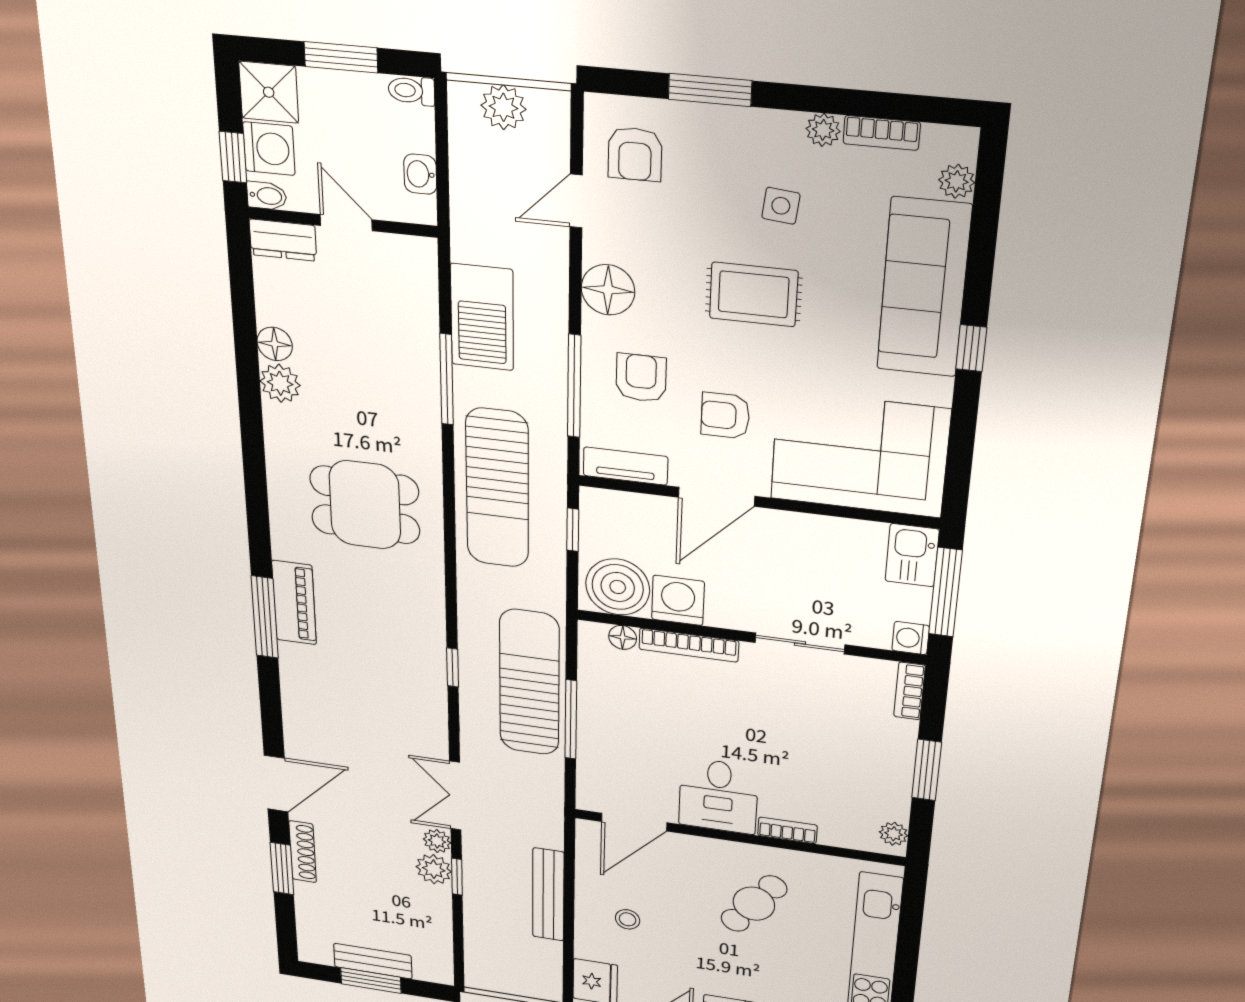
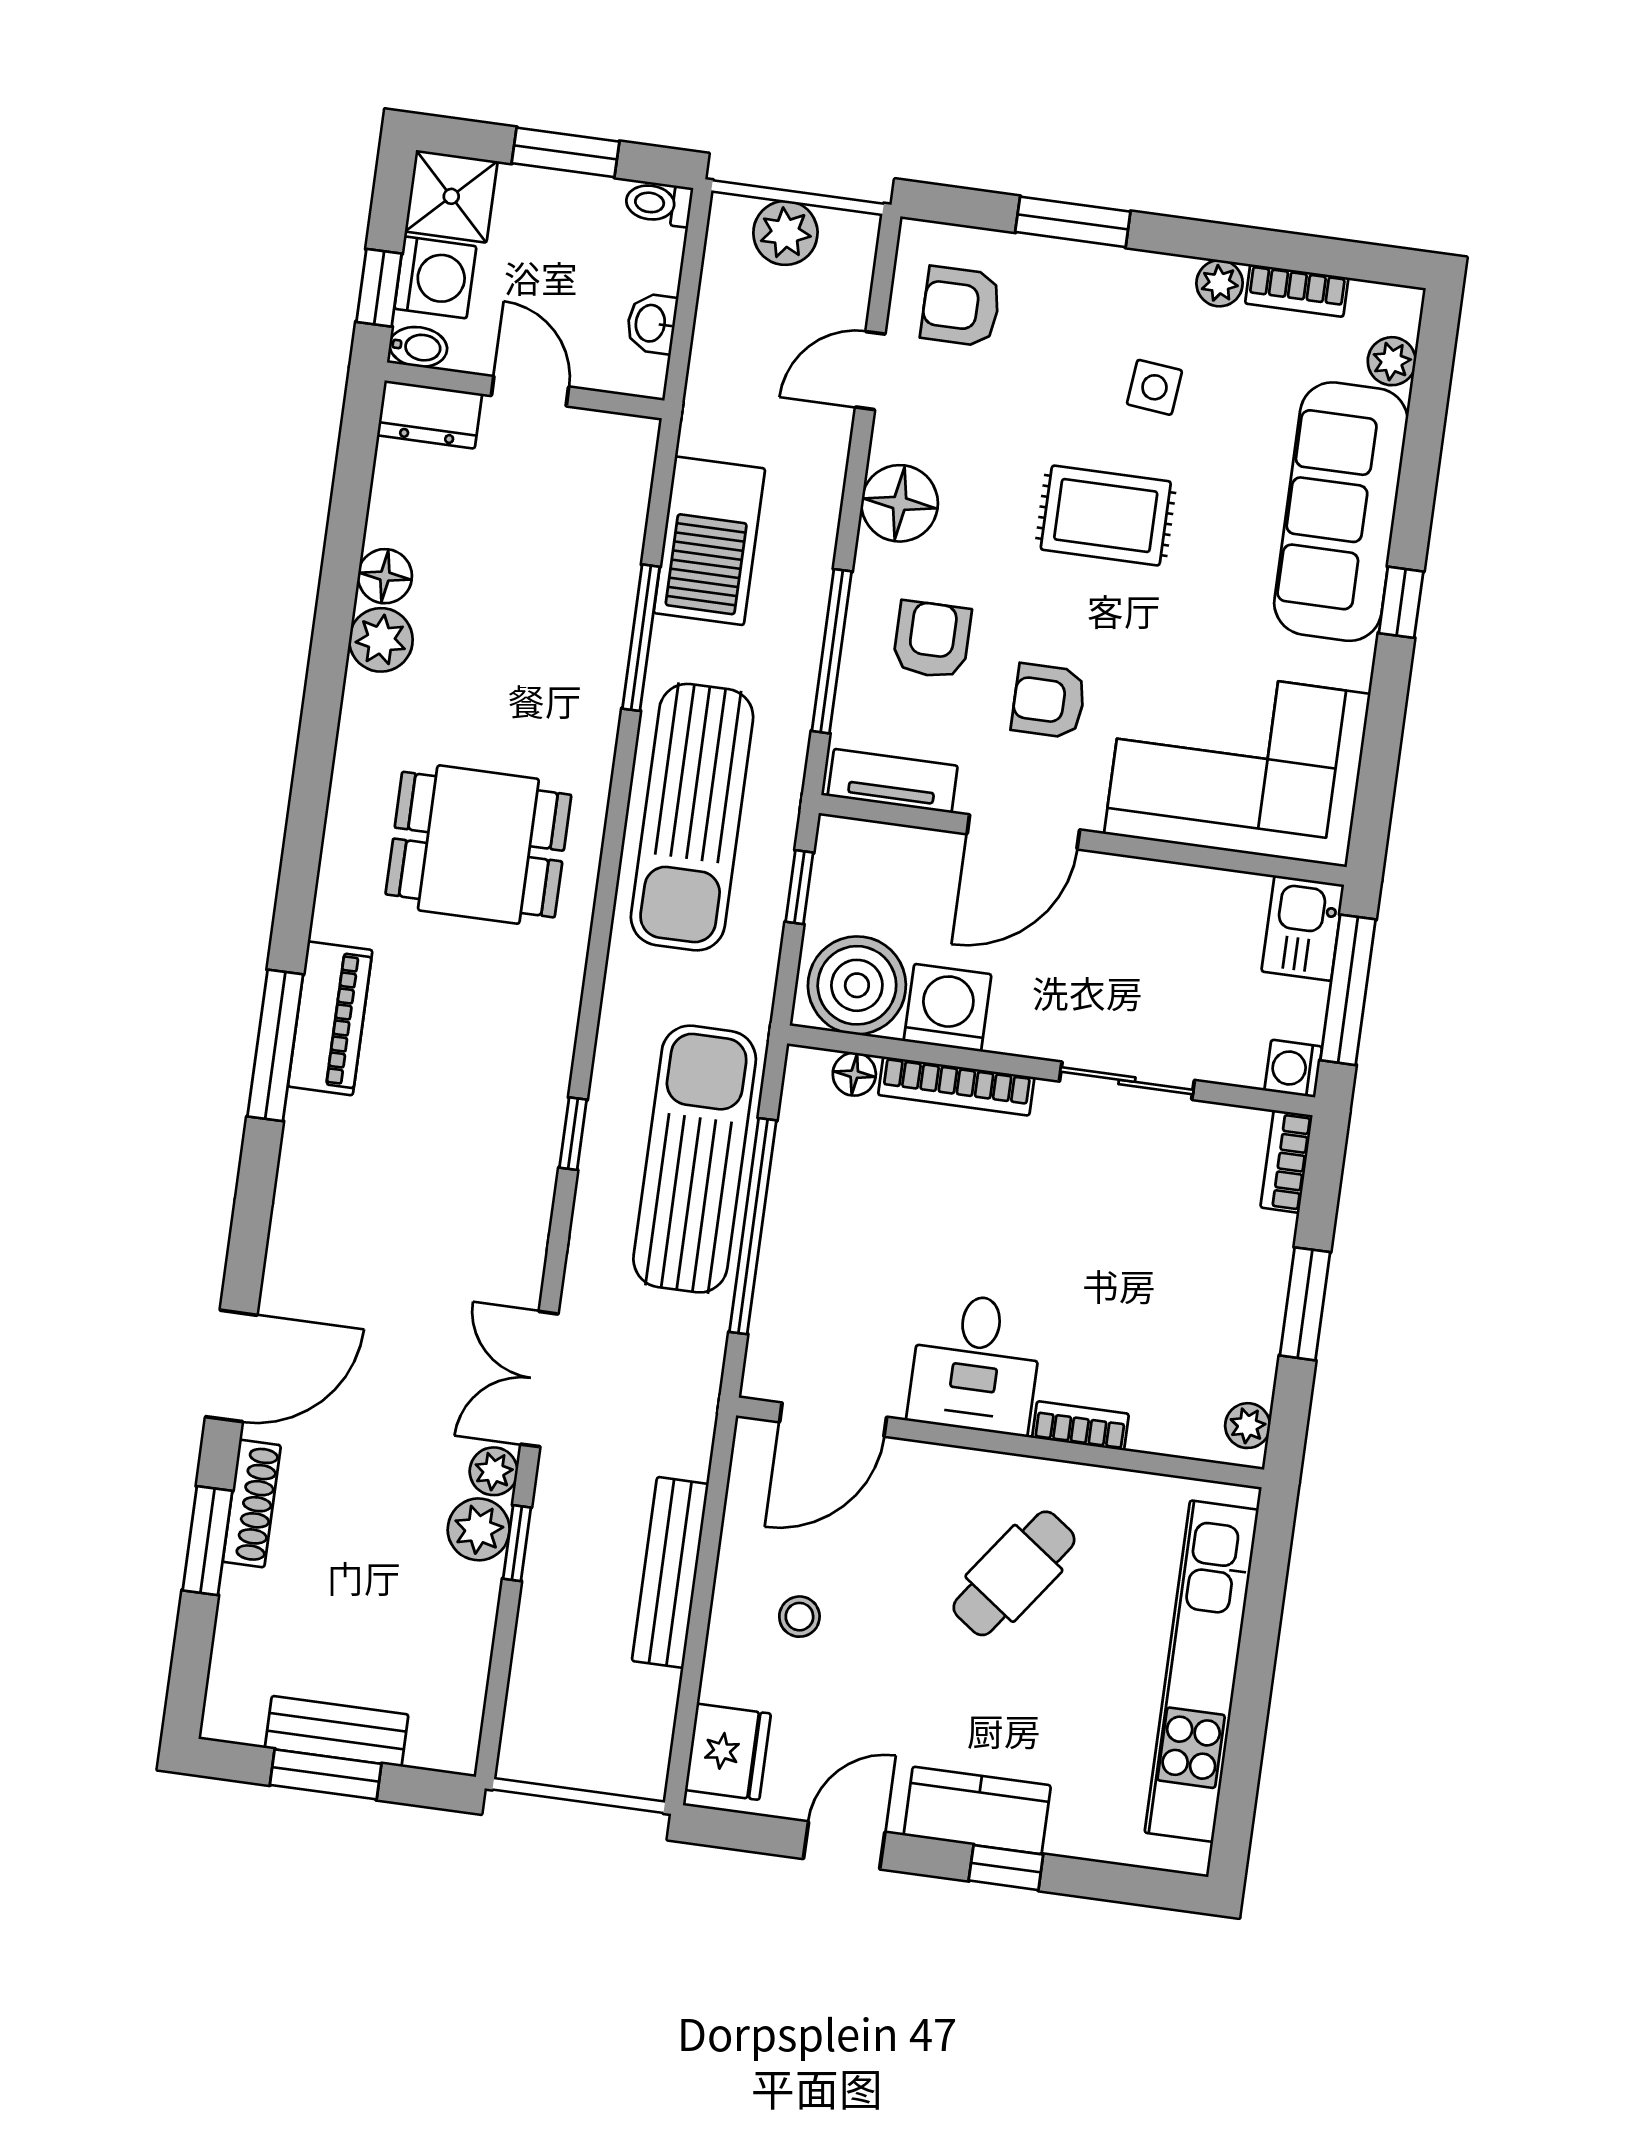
armchair: (635, 154) -> (961, 306), turned 90
window: (571, 720) -> (753, 1226), width x1.46

